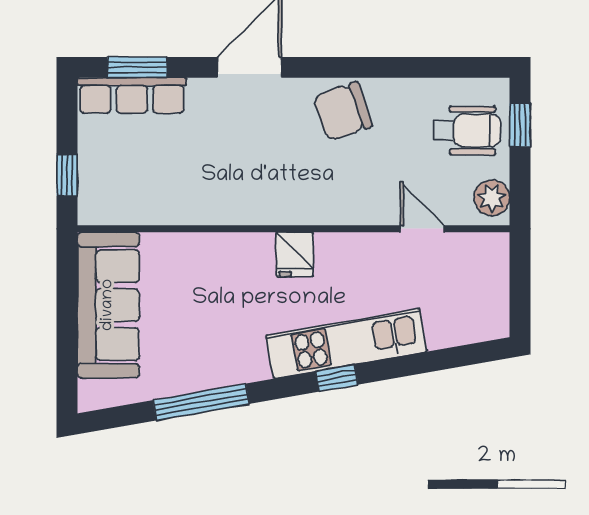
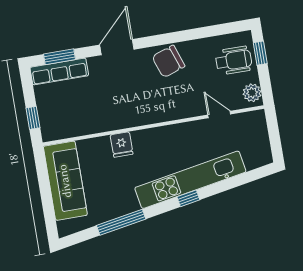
fridge: (295, 254) -> (122, 145), moved
kitchen unit: (347, 343) -> (190, 180), width x1.36

